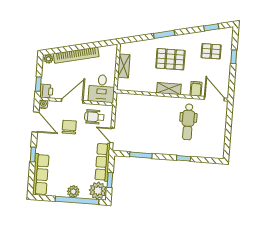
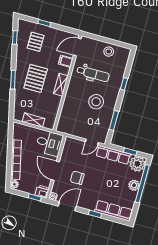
wheelchair: (94, 117) -> (73, 154), removed
stool: (158, 131) -> (96, 102), added
stool: (216, 134) -> (109, 52), added

